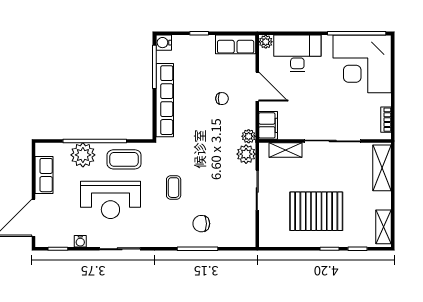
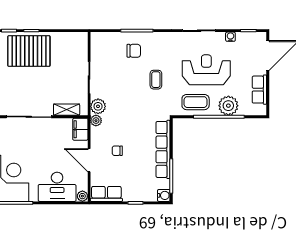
pallet: (316, 211) -> (29, 51), moved

